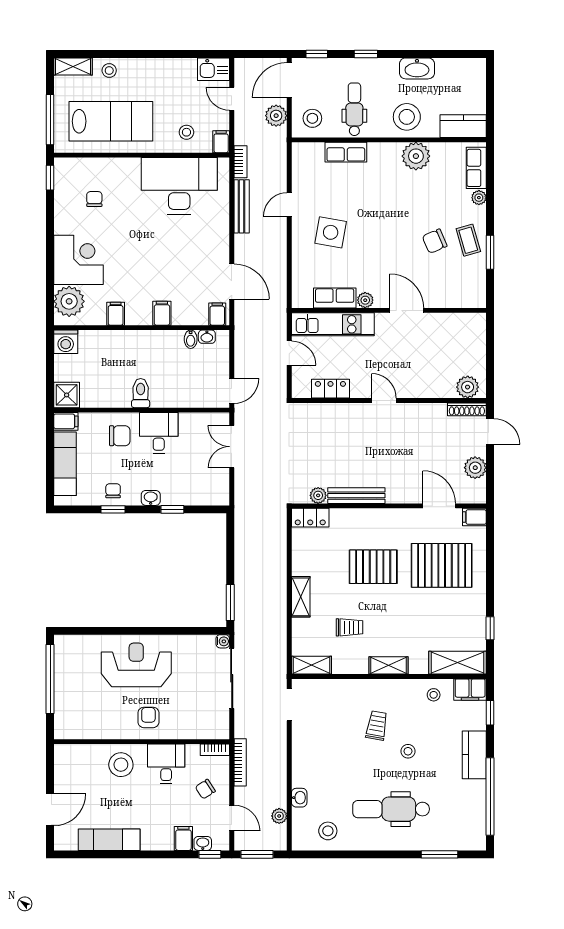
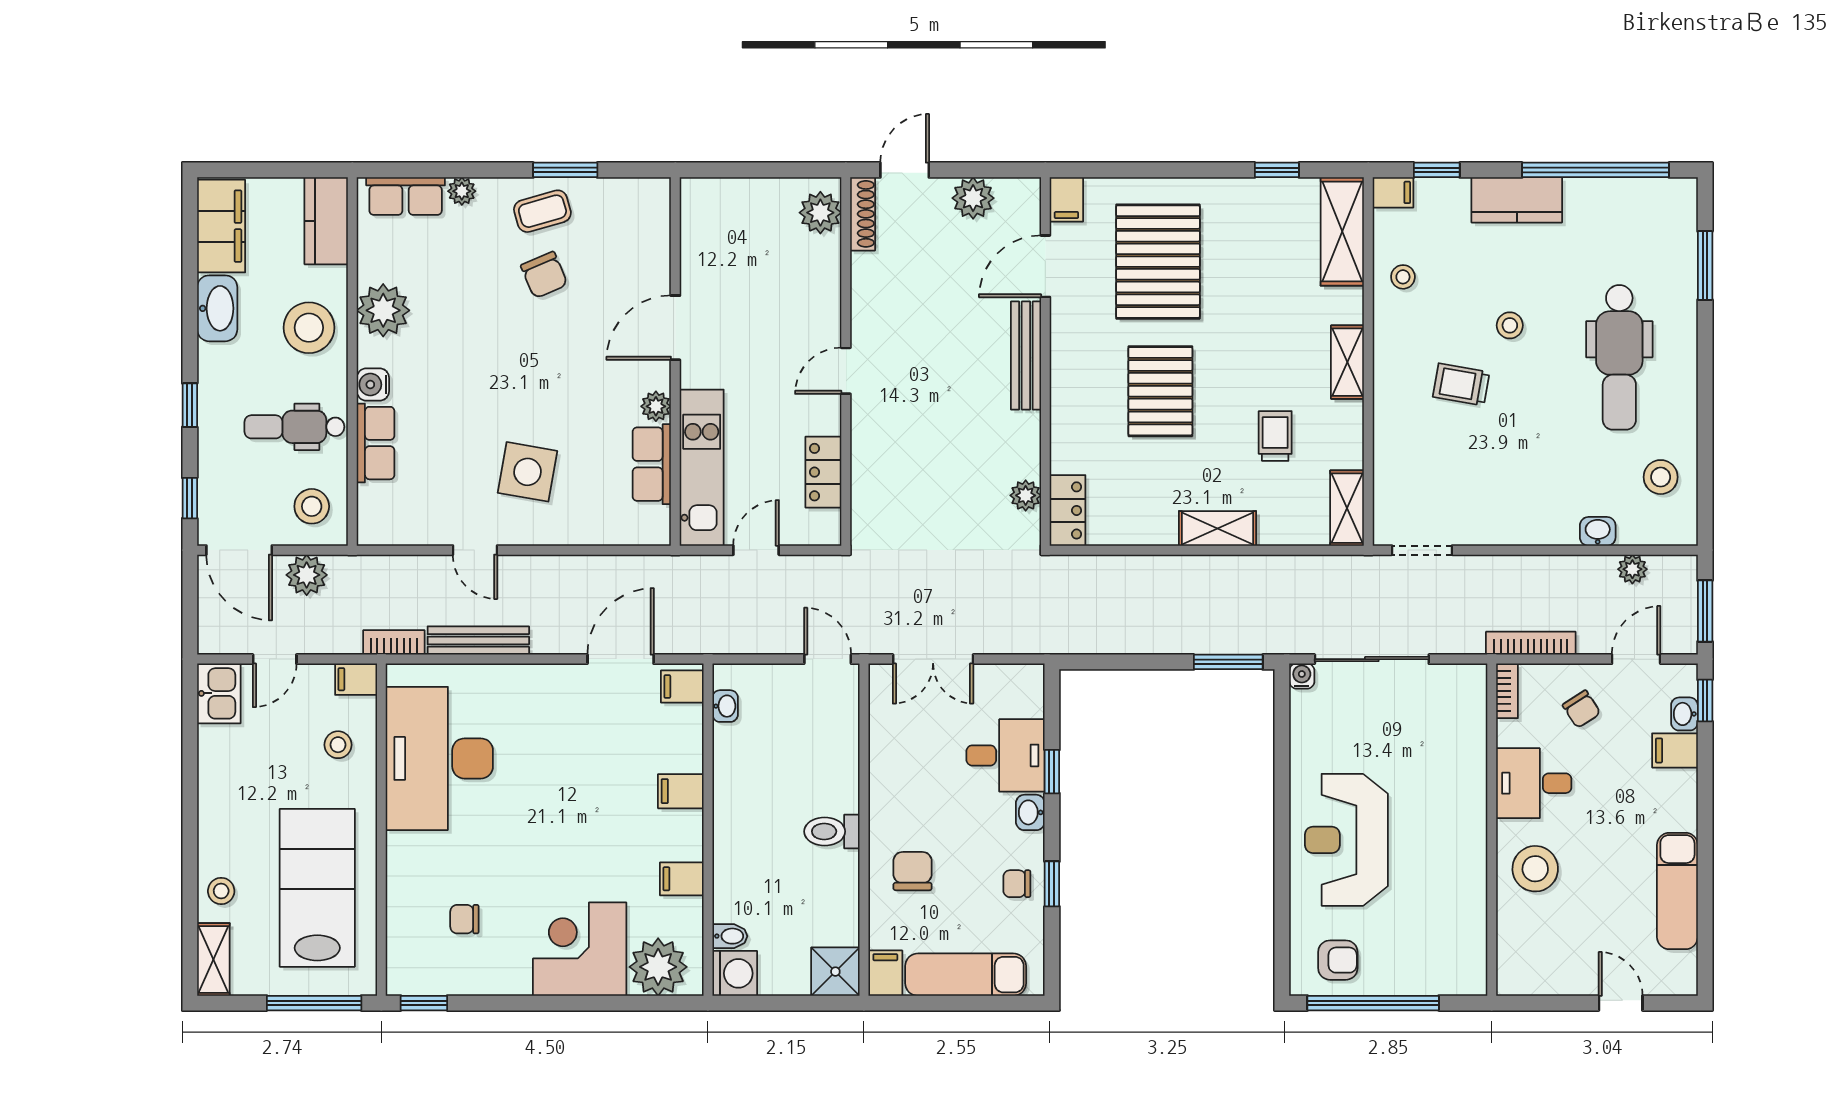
filing cabinet: (460, 70) -> (221, 226), added
water cooler: (377, 151) -> (373, 385), added
bidet: (191, 339) -> (730, 936), moved
desk: (159, 433) -> (1006, 755), moved, turned 180
bench: (356, 496) -> (1026, 356), moved
filing cabinet: (470, 690) -> (1393, 192), width x0.50
armchair: (148, 717) -> (1338, 960), moved, turned 180
door: (50, 810) -> (1621, 1003), width x0.73

